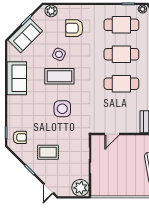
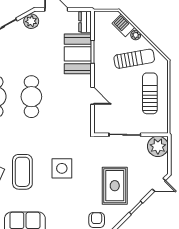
door: (112, 134) -> (92, 96), moved
rug: (48, 152) -> (115, 186), width x1.36, depth x1.43
sun lounger: (124, 181) -> (150, 93), added

